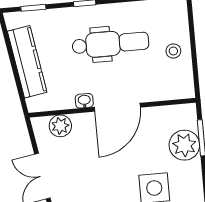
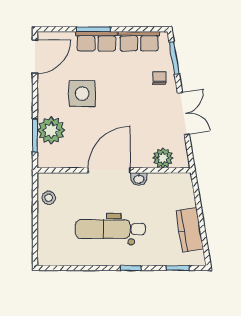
stool: (173, 51) -> (49, 198), moved
kitchen counter: (27, 62) -> (190, 230), width x0.67

